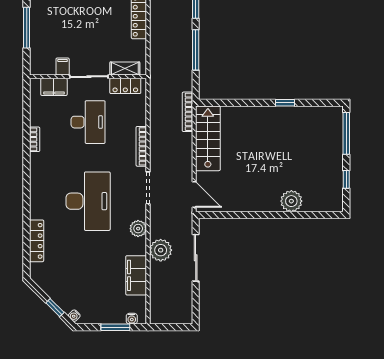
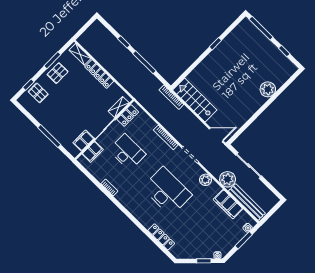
filing cabinet: (63, 67) -> (83, 141), width x2.00
bench: (157, 292) -> (247, 202), added

